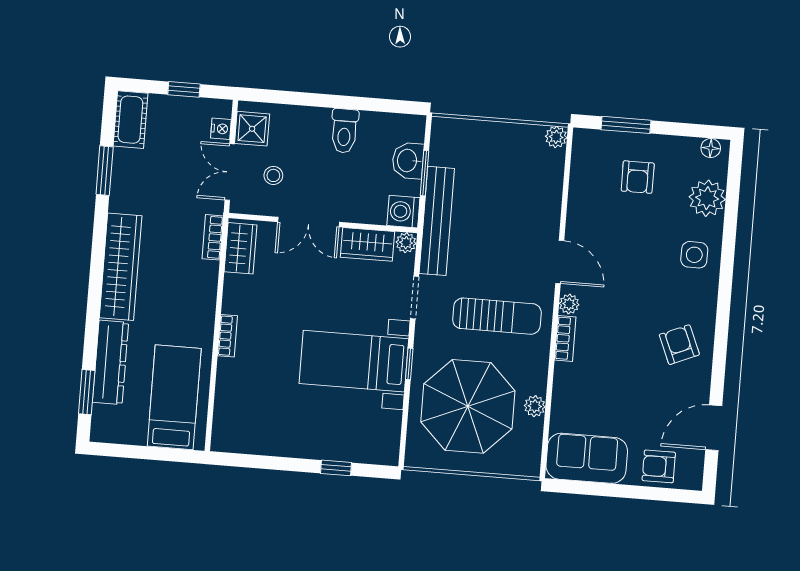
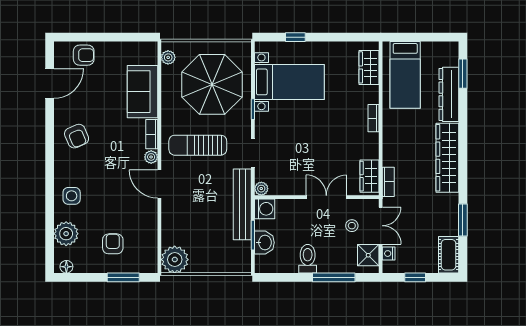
window: (307, 99) -> (334, 277), added
plant: (556, 137) -> (175, 260), width x1.88, depth x1.88
wardrobe: (367, 244) -> (369, 67), moved, turned -90
bed with nightstands: (354, 361) -> (289, 82), moved
plant: (535, 406) -> (168, 57), moved
sofa: (587, 458) -> (142, 92), moved, turned 90

